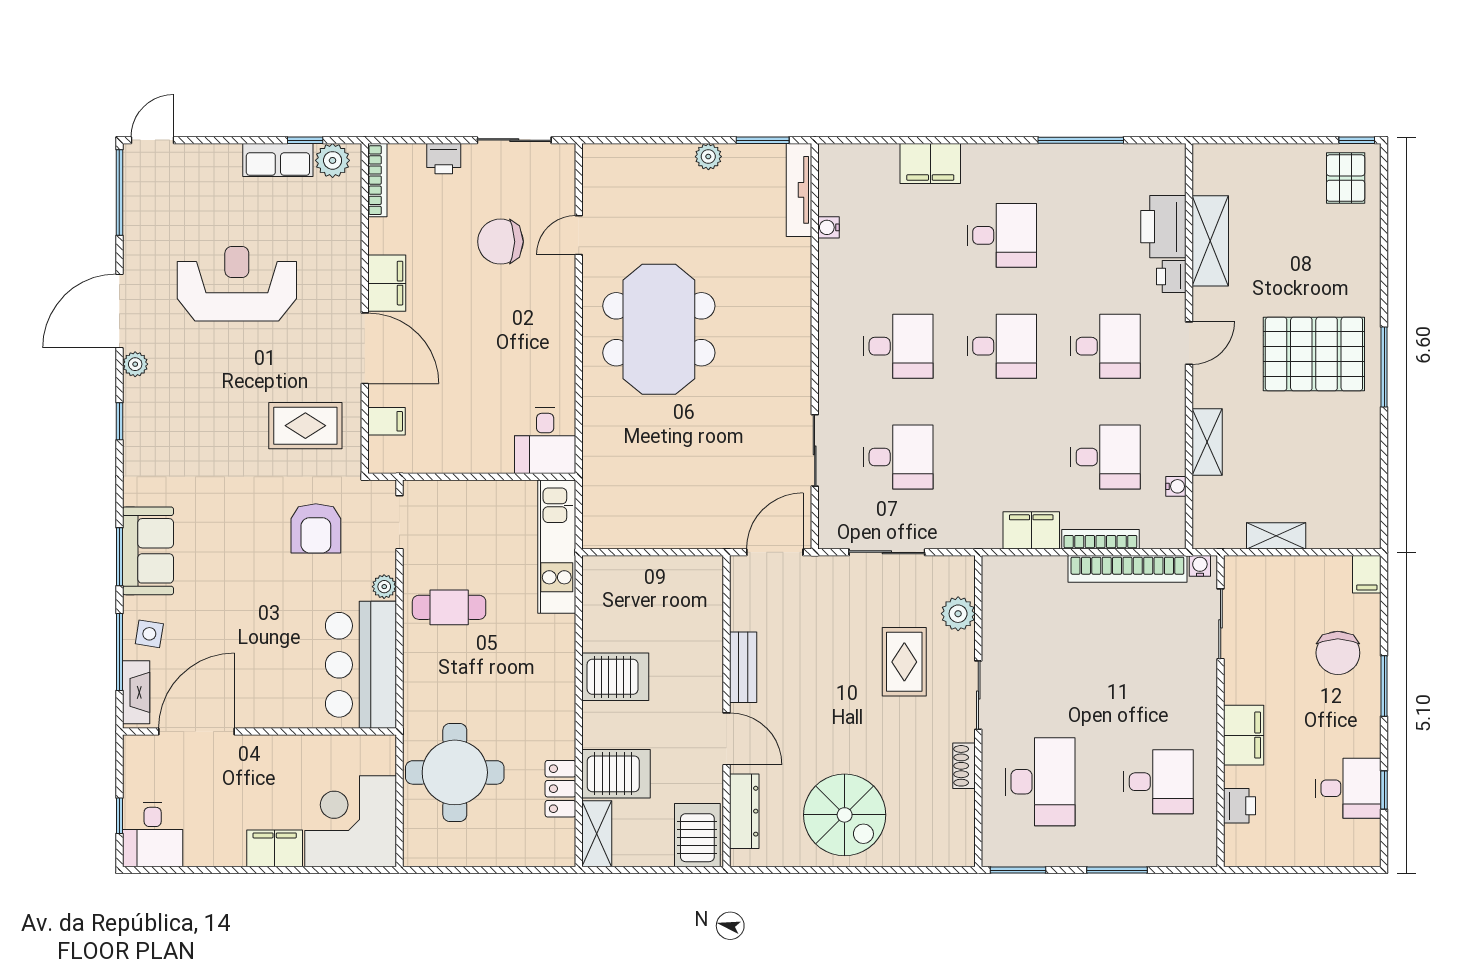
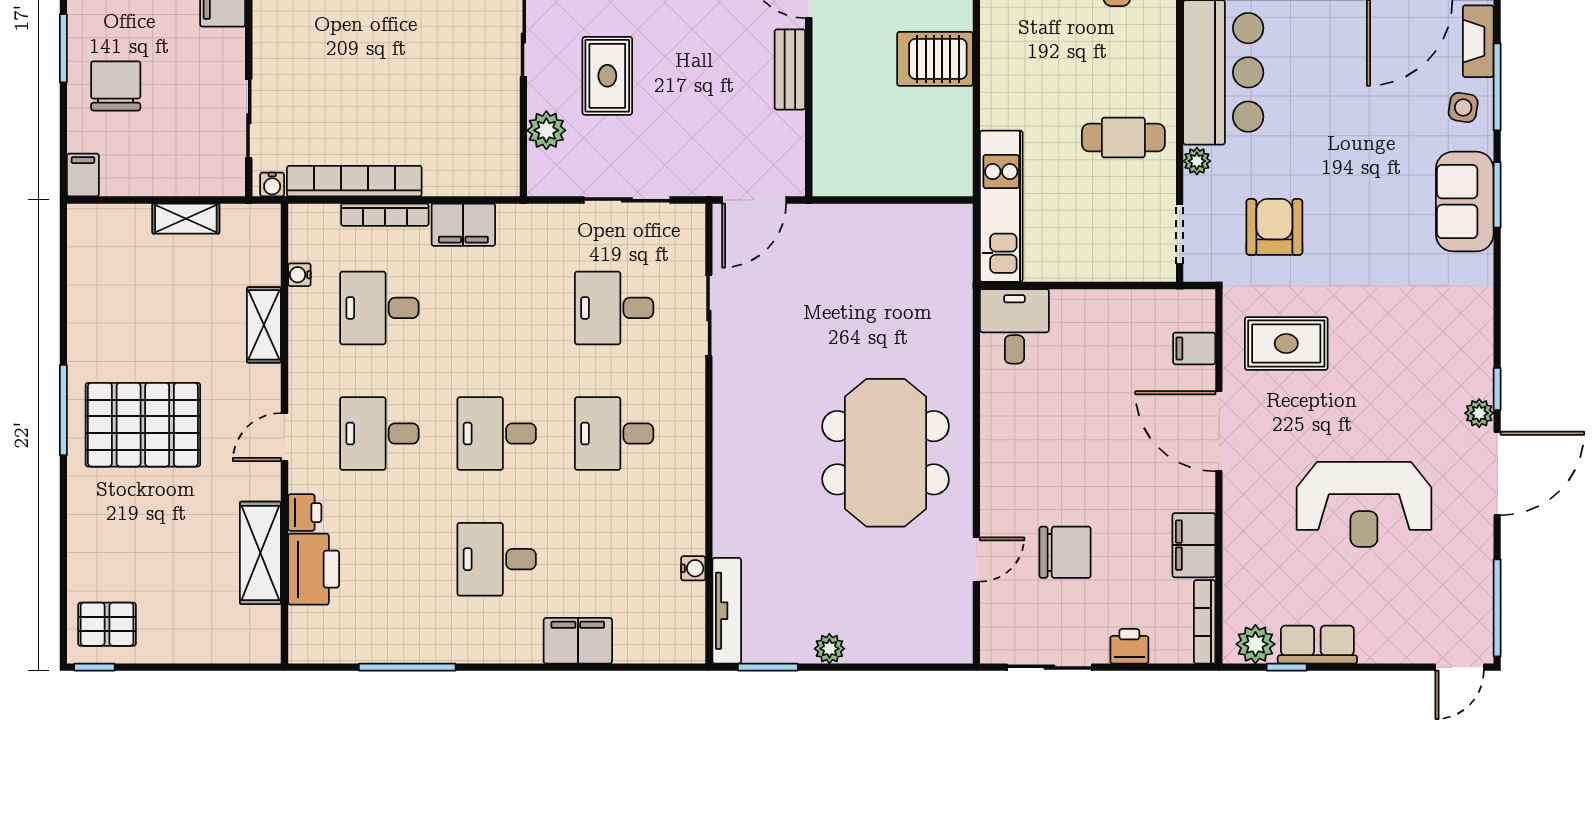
pallet: (1346, 178) -> (107, 624), turned 90
filing cabinet: (387, 283) -> (1194, 545), moved
window: (119, 421) -> (1497, 389), moved

